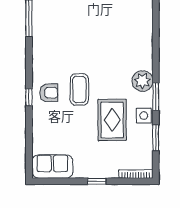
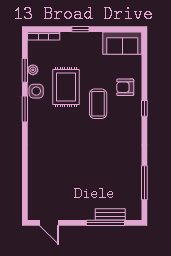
plant: (142, 81) -> (33, 70), moved, width x0.53, depth x0.53
coffee table: (79, 89) -> (98, 104), moved
armchair: (49, 93) -> (125, 87), moved

